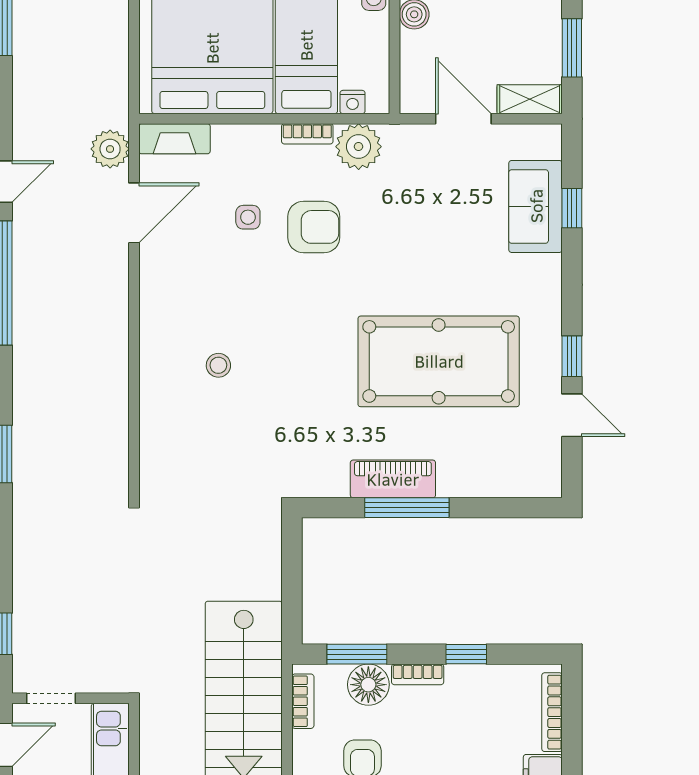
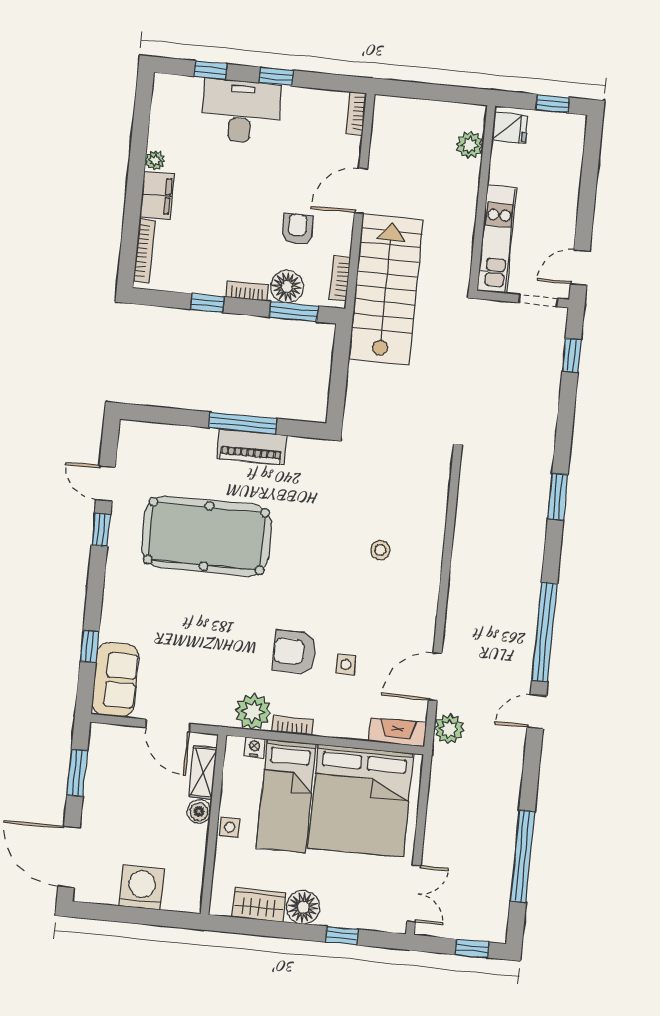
shelving: (530, 99) -> (203, 772), moved, turned 90
sofa: (536, 206) -> (115, 680), moved

